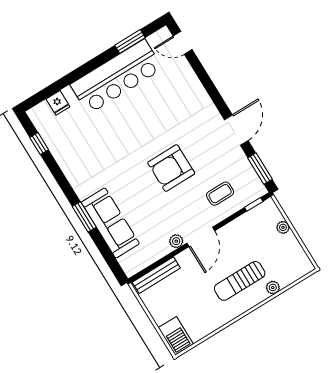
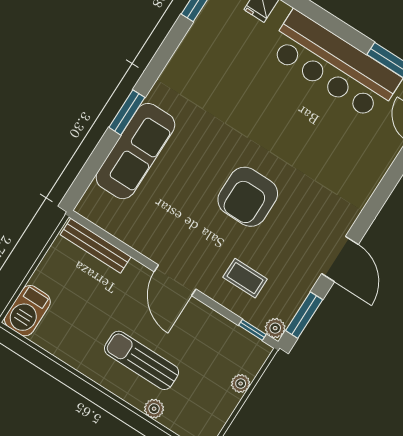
door: (236, 130) -> (340, 259), hinge flipped
armchair: (171, 168) -> (248, 197), turned -90
door: (201, 237) -> (175, 280), hinge flipped
plant: (176, 241) -> (275, 328), moved

